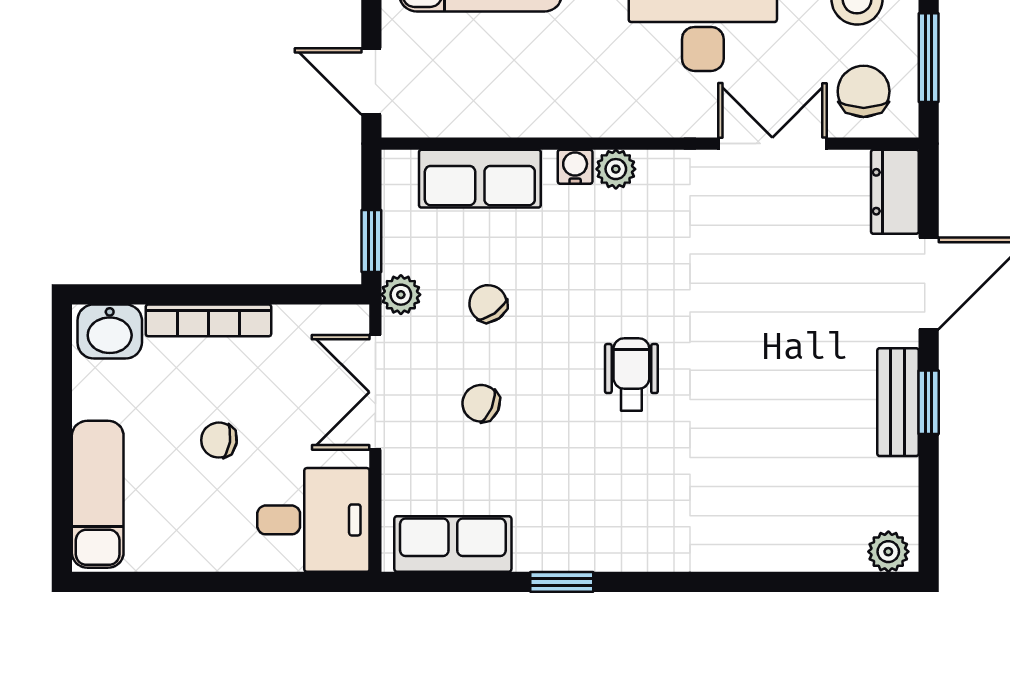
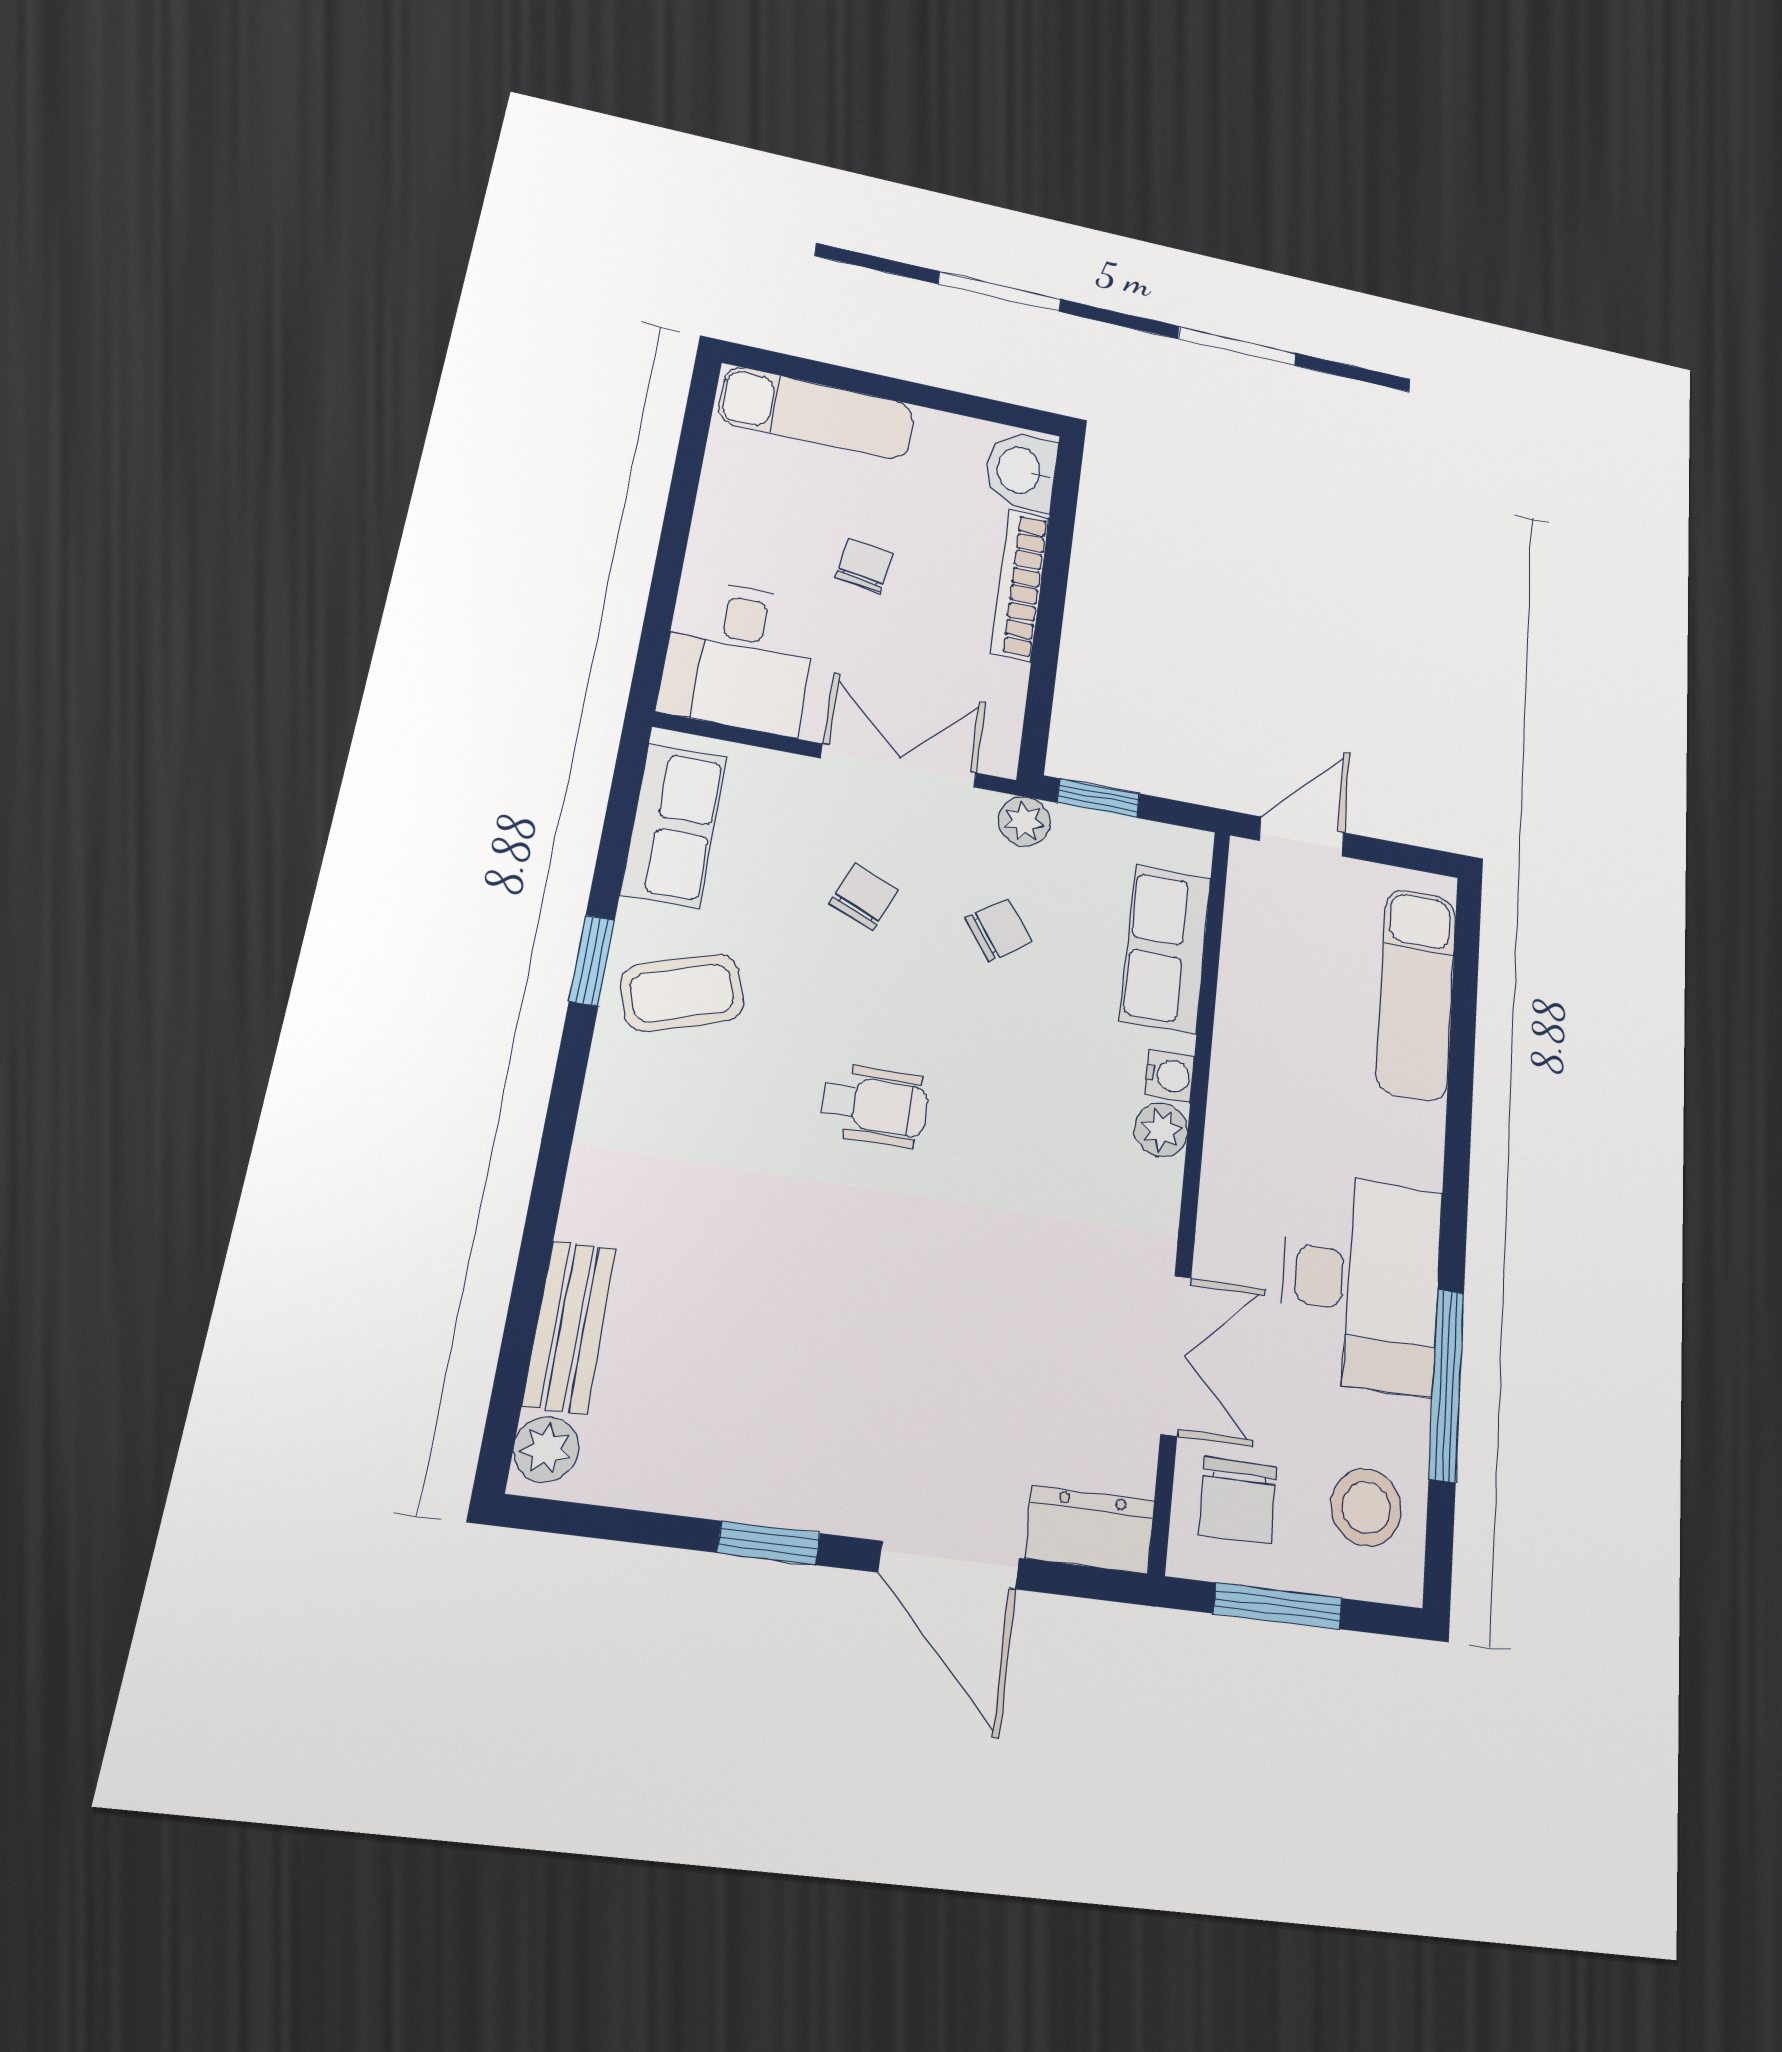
chair: (864, 91) -> (1238, 1500), turned 90
bench: (898, 402) -> (570, 1327), moved, turned 90
coffee table: (574, 518) -> (682, 993), added

